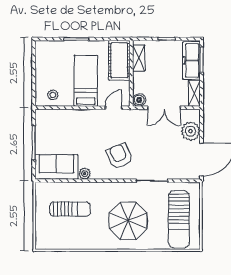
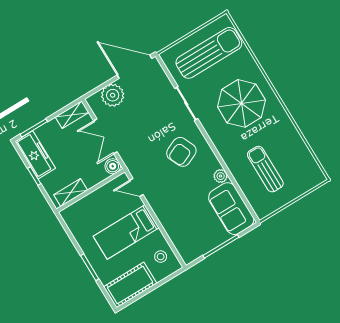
cot: (119, 60) -> (130, 285), moved
freezer: (191, 60) -> (35, 155), moved, turned -90
double door: (164, 108) -> (105, 136), swing flipped

